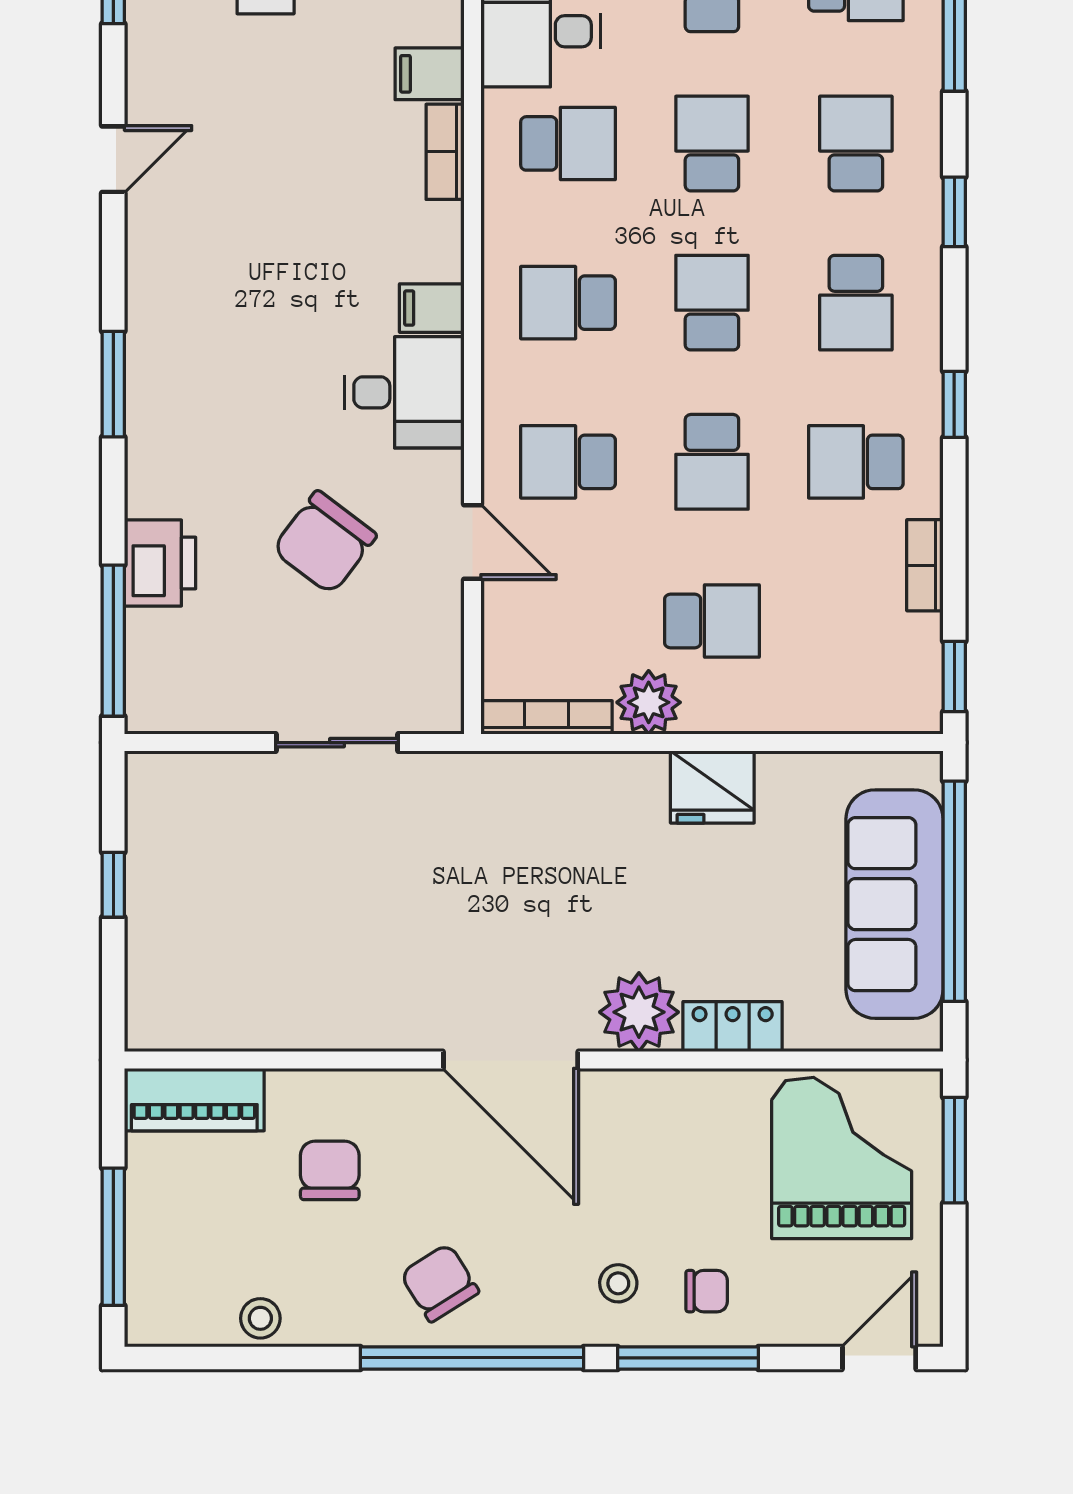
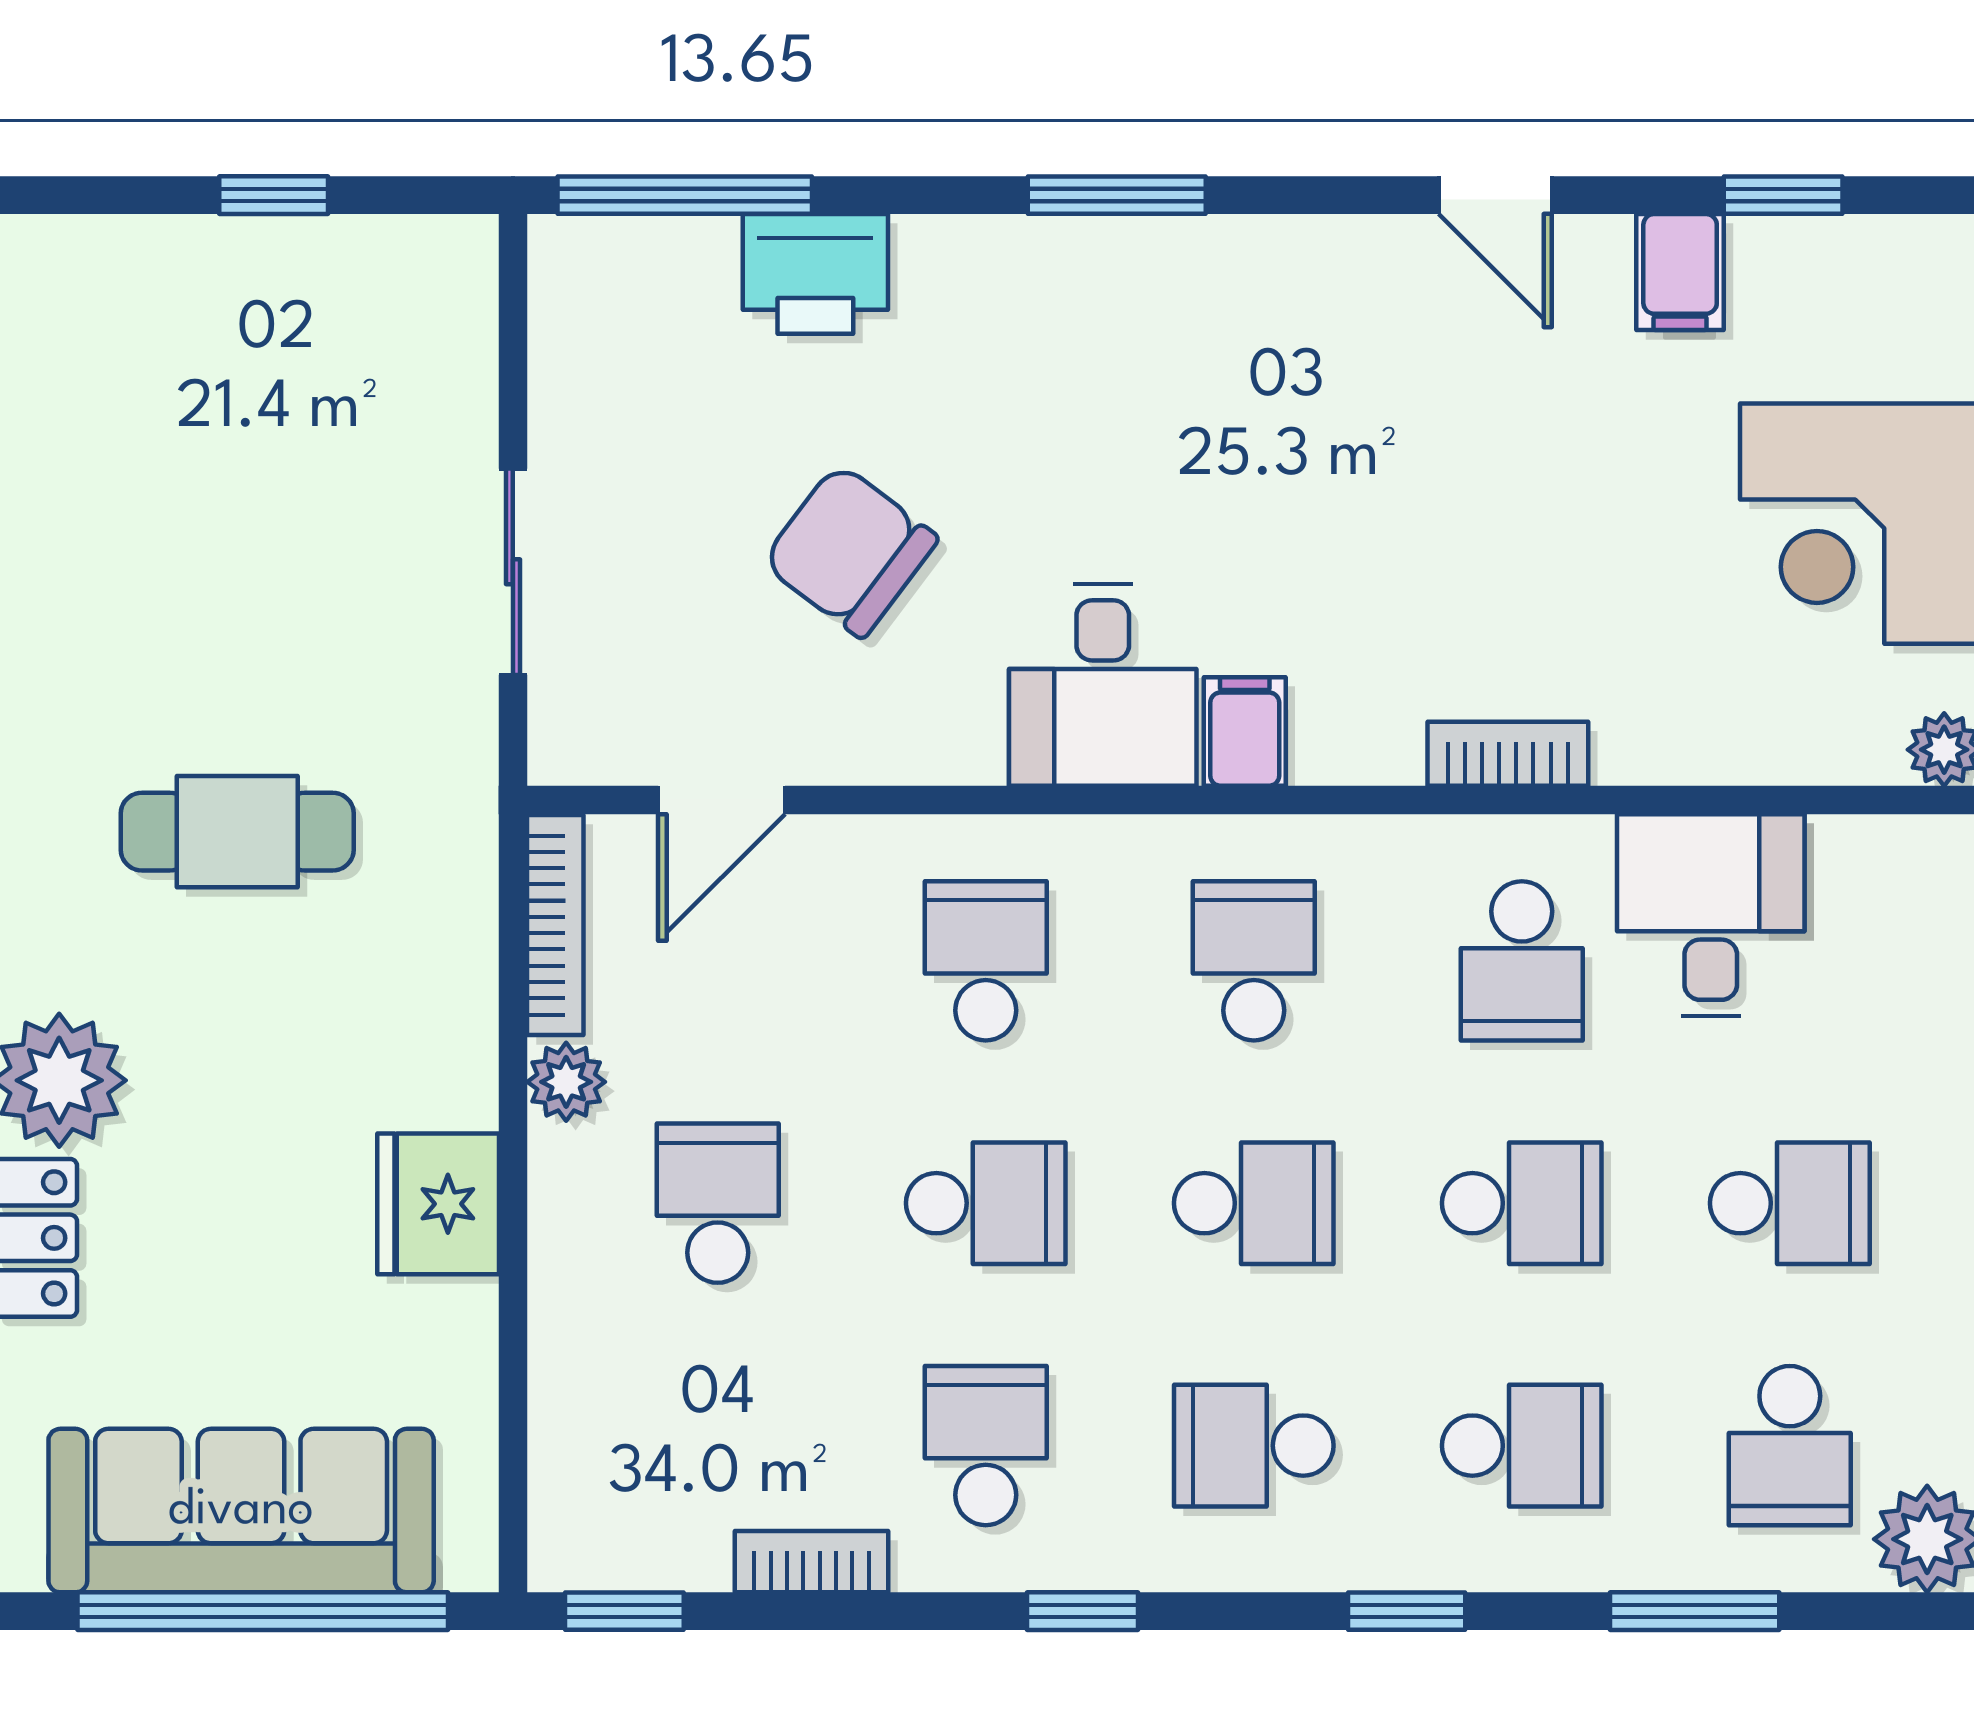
filing cabinet: (430, 74) -> (1680, 272), moved, turned 180
school desk: (712, 462) -> (986, 1203), turned 180
door: (473, 542) -> (722, 800), moved
school desk: (712, 621) -> (718, 1203), turned 180
plant: (649, 702) -> (566, 1082), width x0.73, depth x0.73
cafe table: (491, 906) -> (237, 832), added

